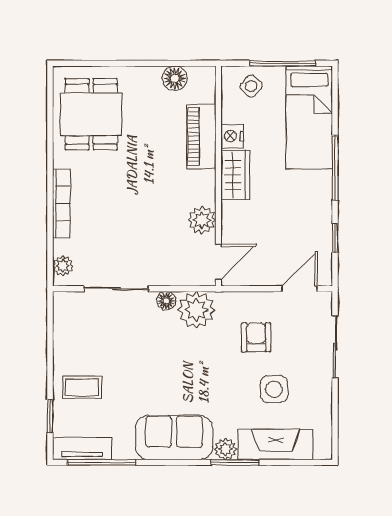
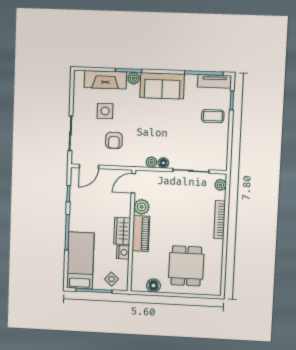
dining table: (91, 114) -> (186, 266), moved
piano: (201, 137) -> (141, 234), moved
plant: (196, 310) -> (151, 162), width x0.53, depth x0.53

